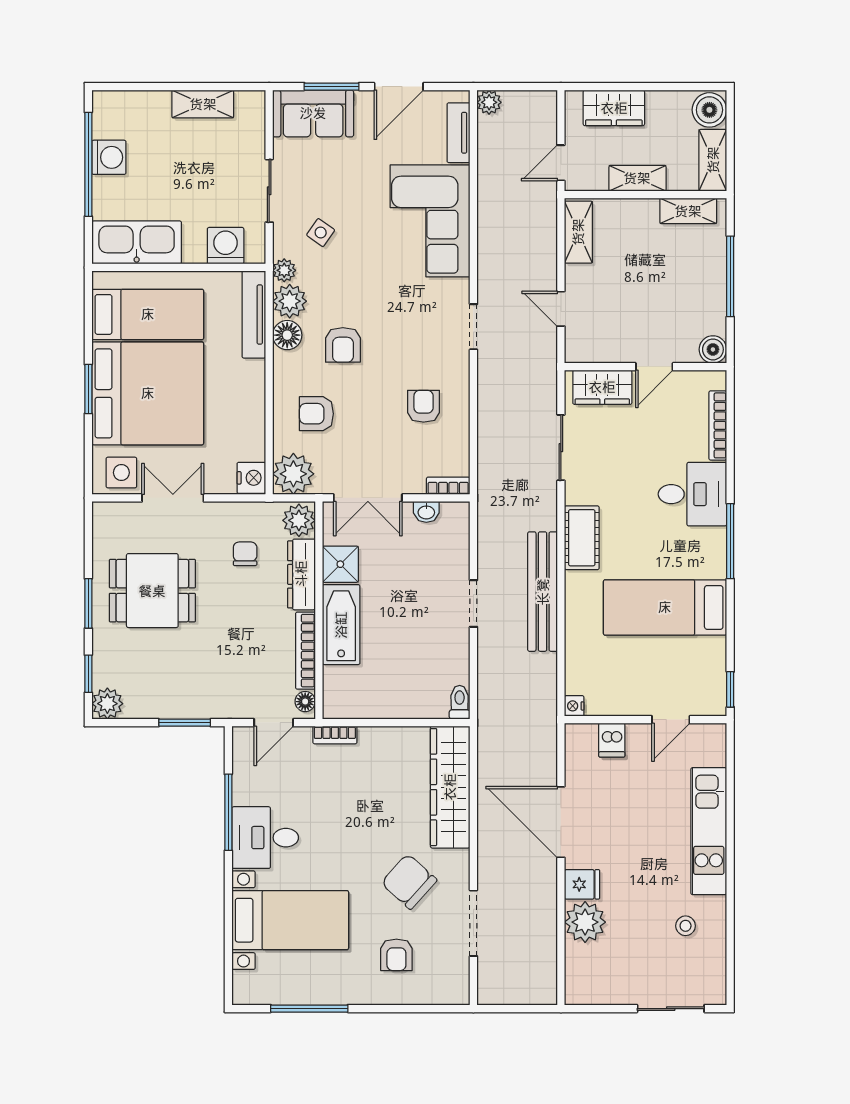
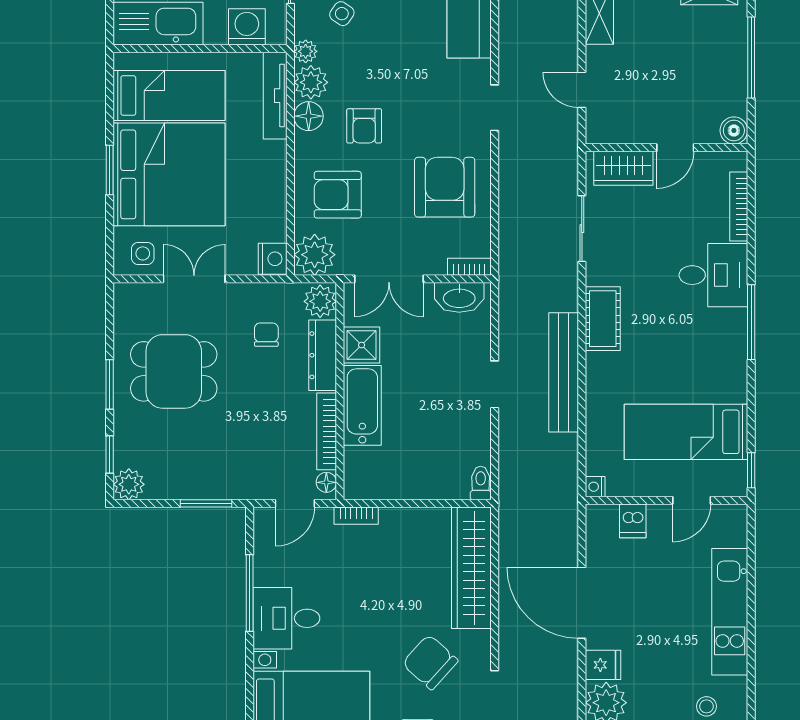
armchair: (424, 406) -> (445, 187), width x1.88, depth x1.88
armchair: (316, 414) -> (338, 195), width x1.38, depth x1.38
side table: (121, 473) -> (143, 253), width x0.73, depth x0.73
washbasin: (426, 512) -> (459, 297), width x1.91, depth x1.45
bed: (665, 607) -> (686, 432), moved

